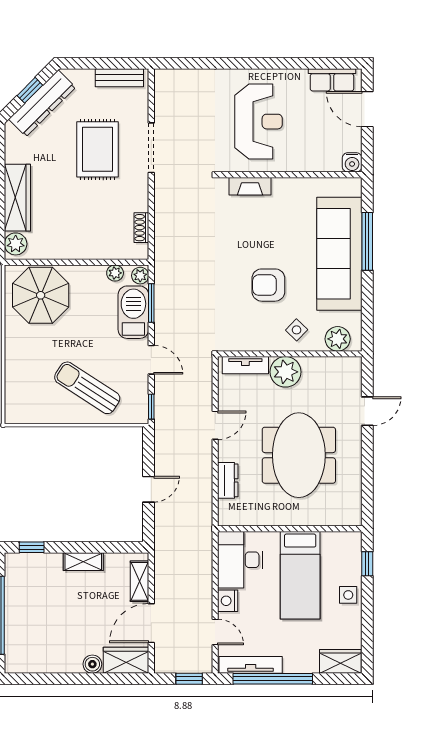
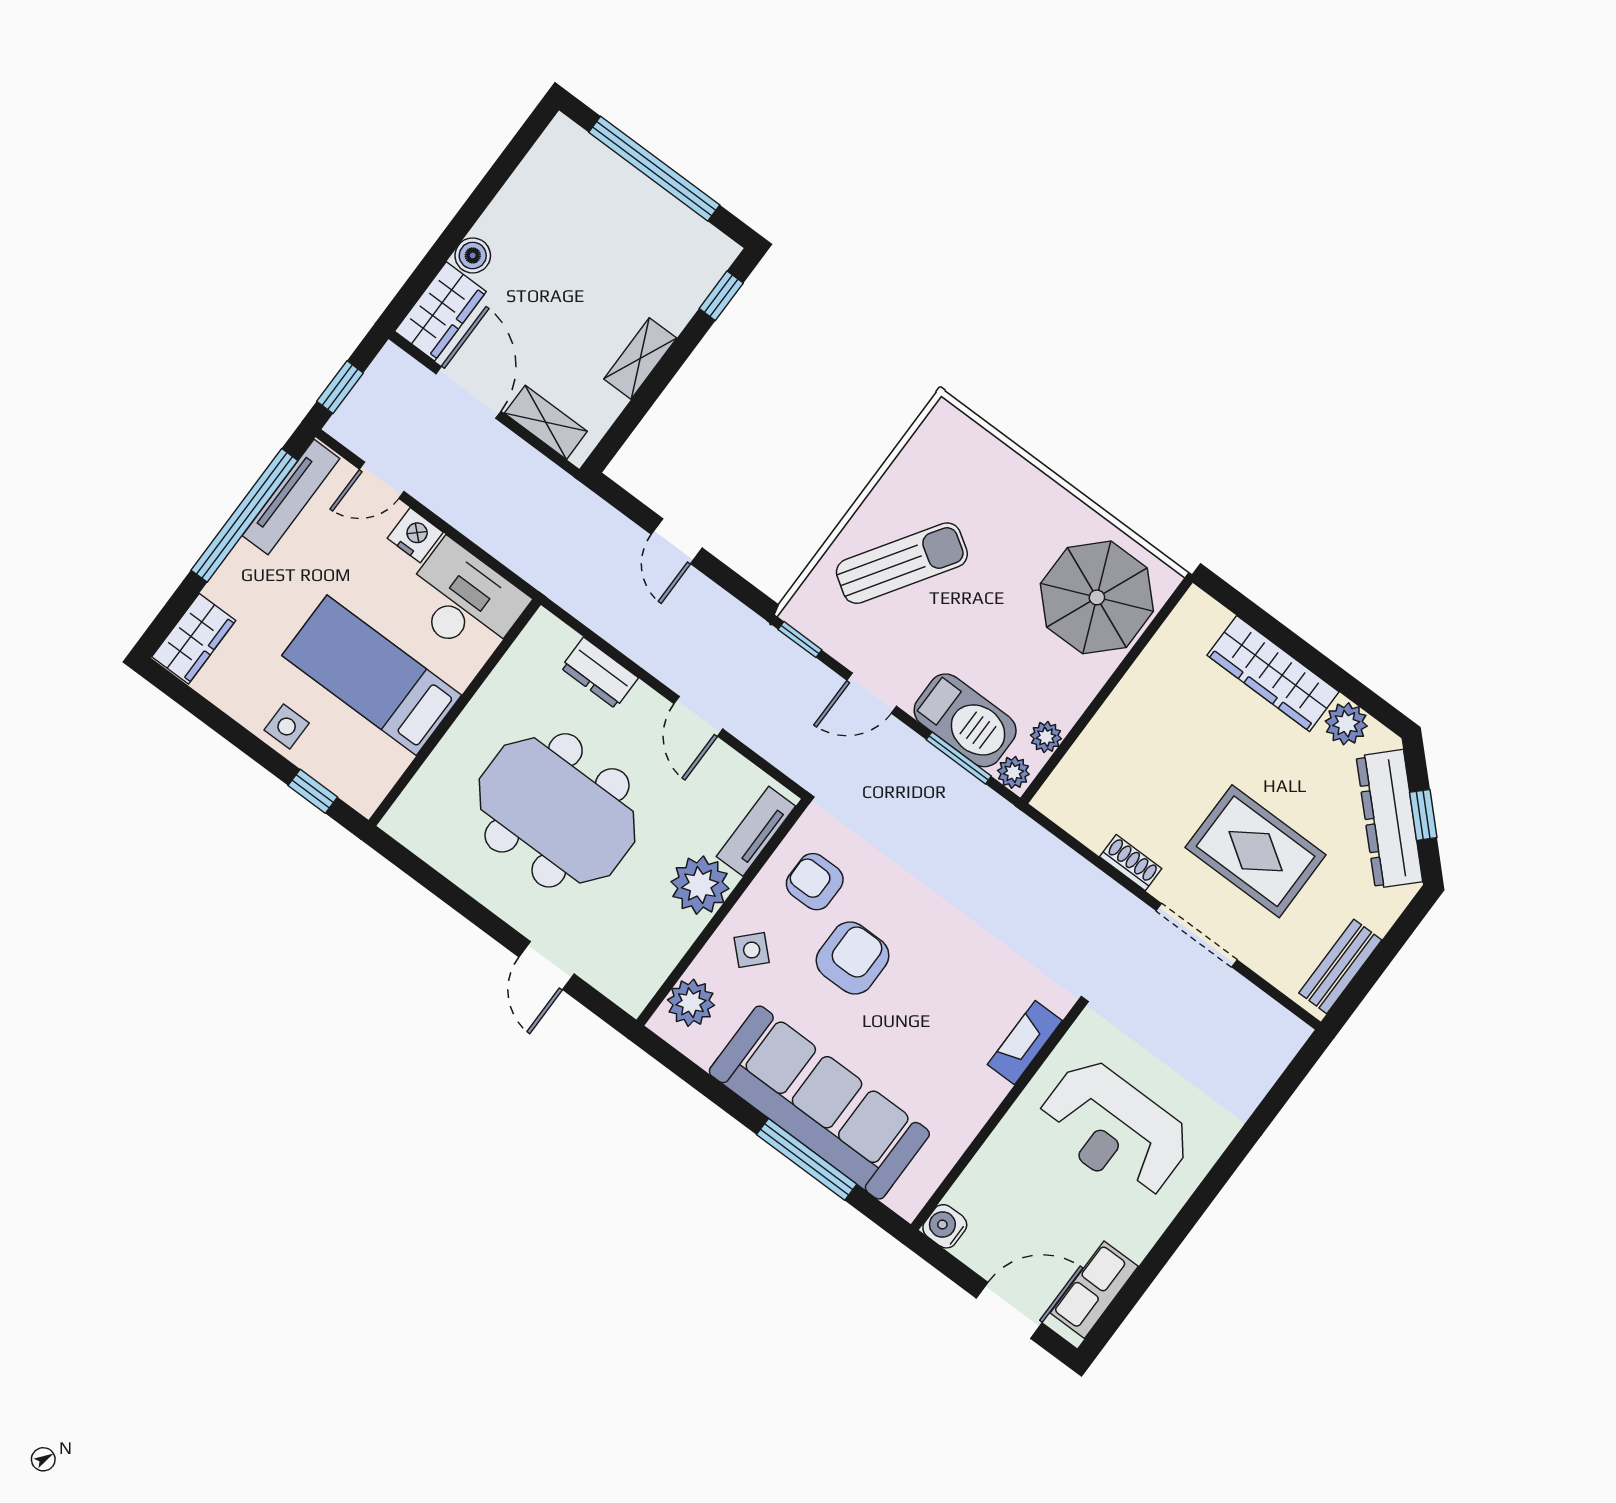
shoe rack: (141, 228) -> (1131, 863), moved
plant: (16, 244) -> (1346, 724), moved
armchair: (248, 325) -> (815, 882), added

